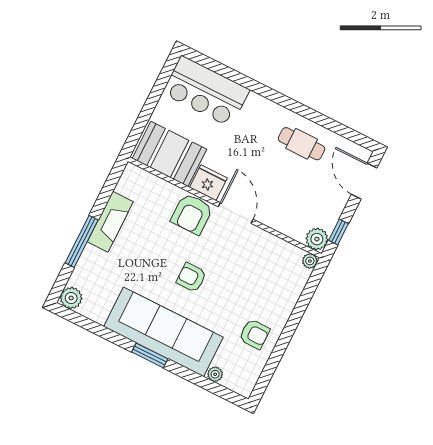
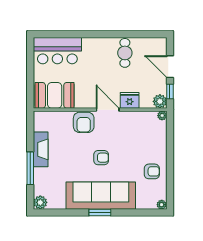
cafe table: (302, 144) -> (125, 53), turned 90
door: (364, 181) -> (170, 67), moved
fridge: (208, 183) -> (130, 100), moved
armchair: (191, 277) -> (101, 158), turned 180
plant: (215, 374) -> (162, 205), moved

